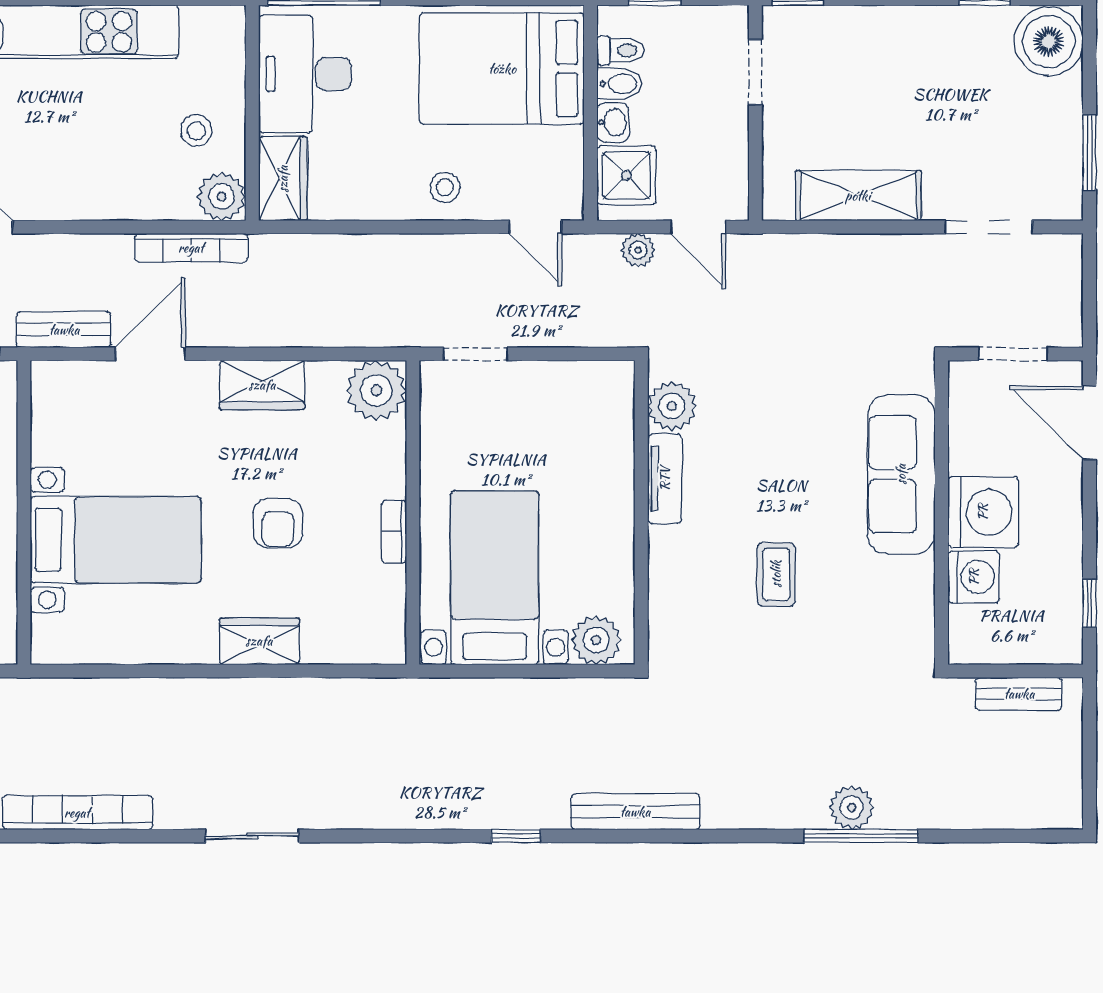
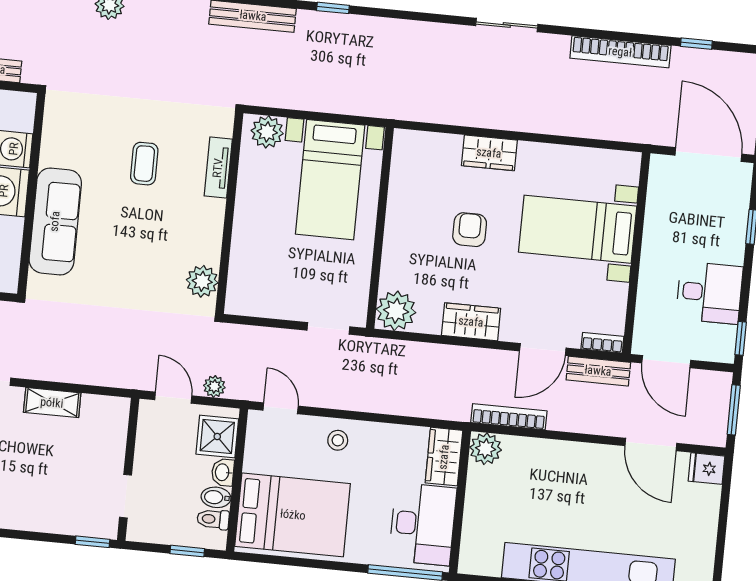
stool: (196, 131) -> (498, 494), removed
shelving: (858, 196) -> (52, 403), width x0.67, depth x0.75
tv unit: (665, 479) -> (218, 168), moved
bookcase: (394, 532) -> (602, 343), moved, turned -90

